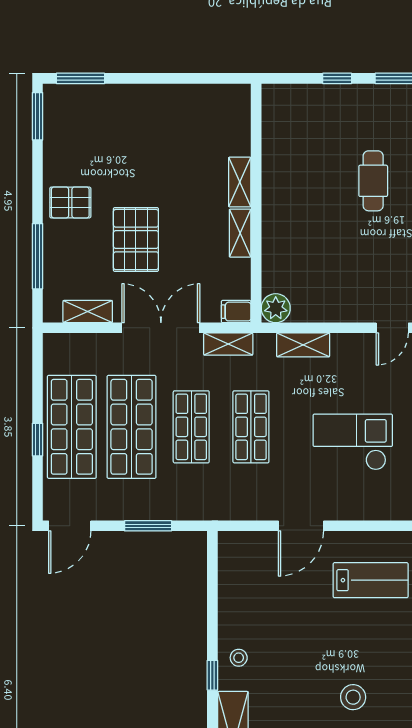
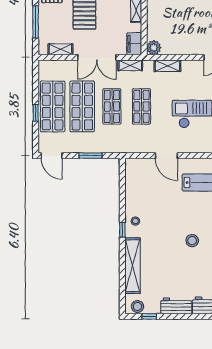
filing cabinet: (236, 312) -> (134, 44), width x2.00
double door: (161, 328) -> (97, 57), swing flipped
door: (70, 526) -> (52, 156), hinge flipped
door: (301, 526) -> (166, 156), hinge flipped

